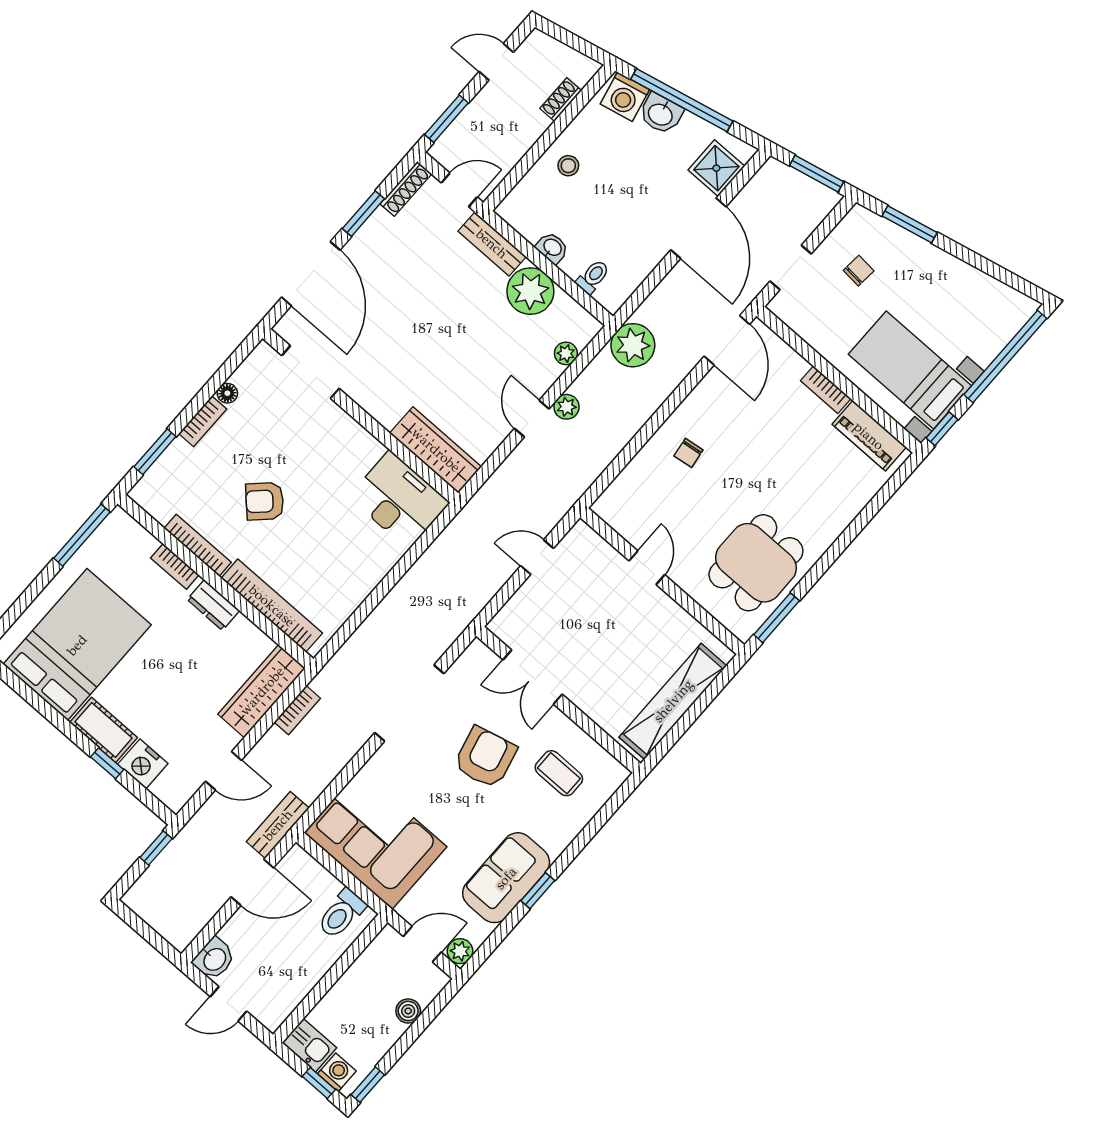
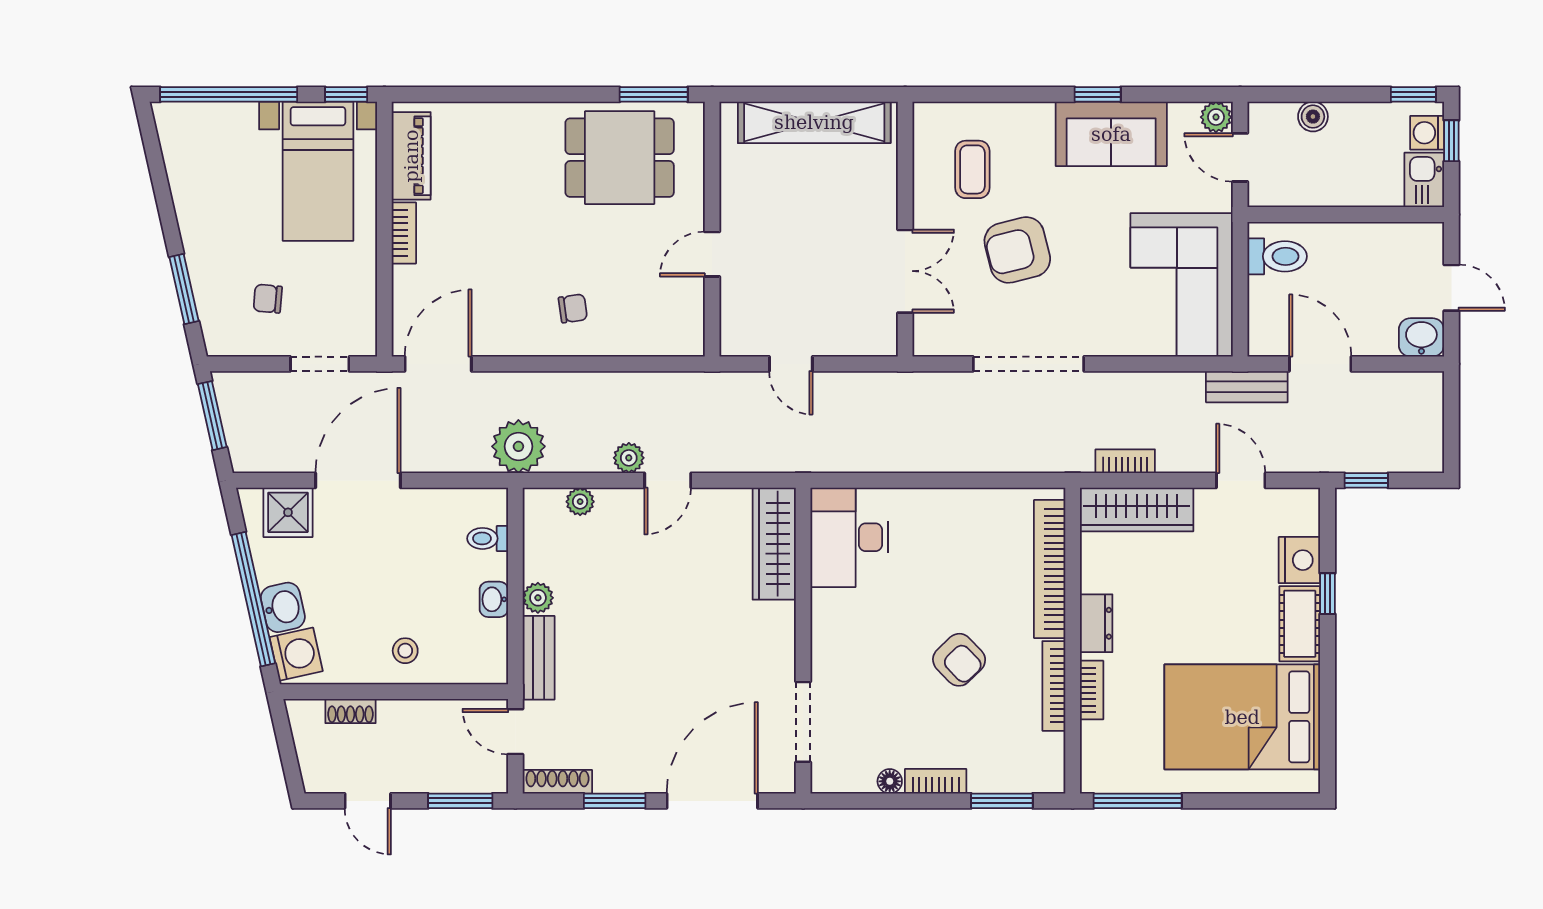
plant: (530, 291) -> (538, 598), width x0.53, depth x0.53

